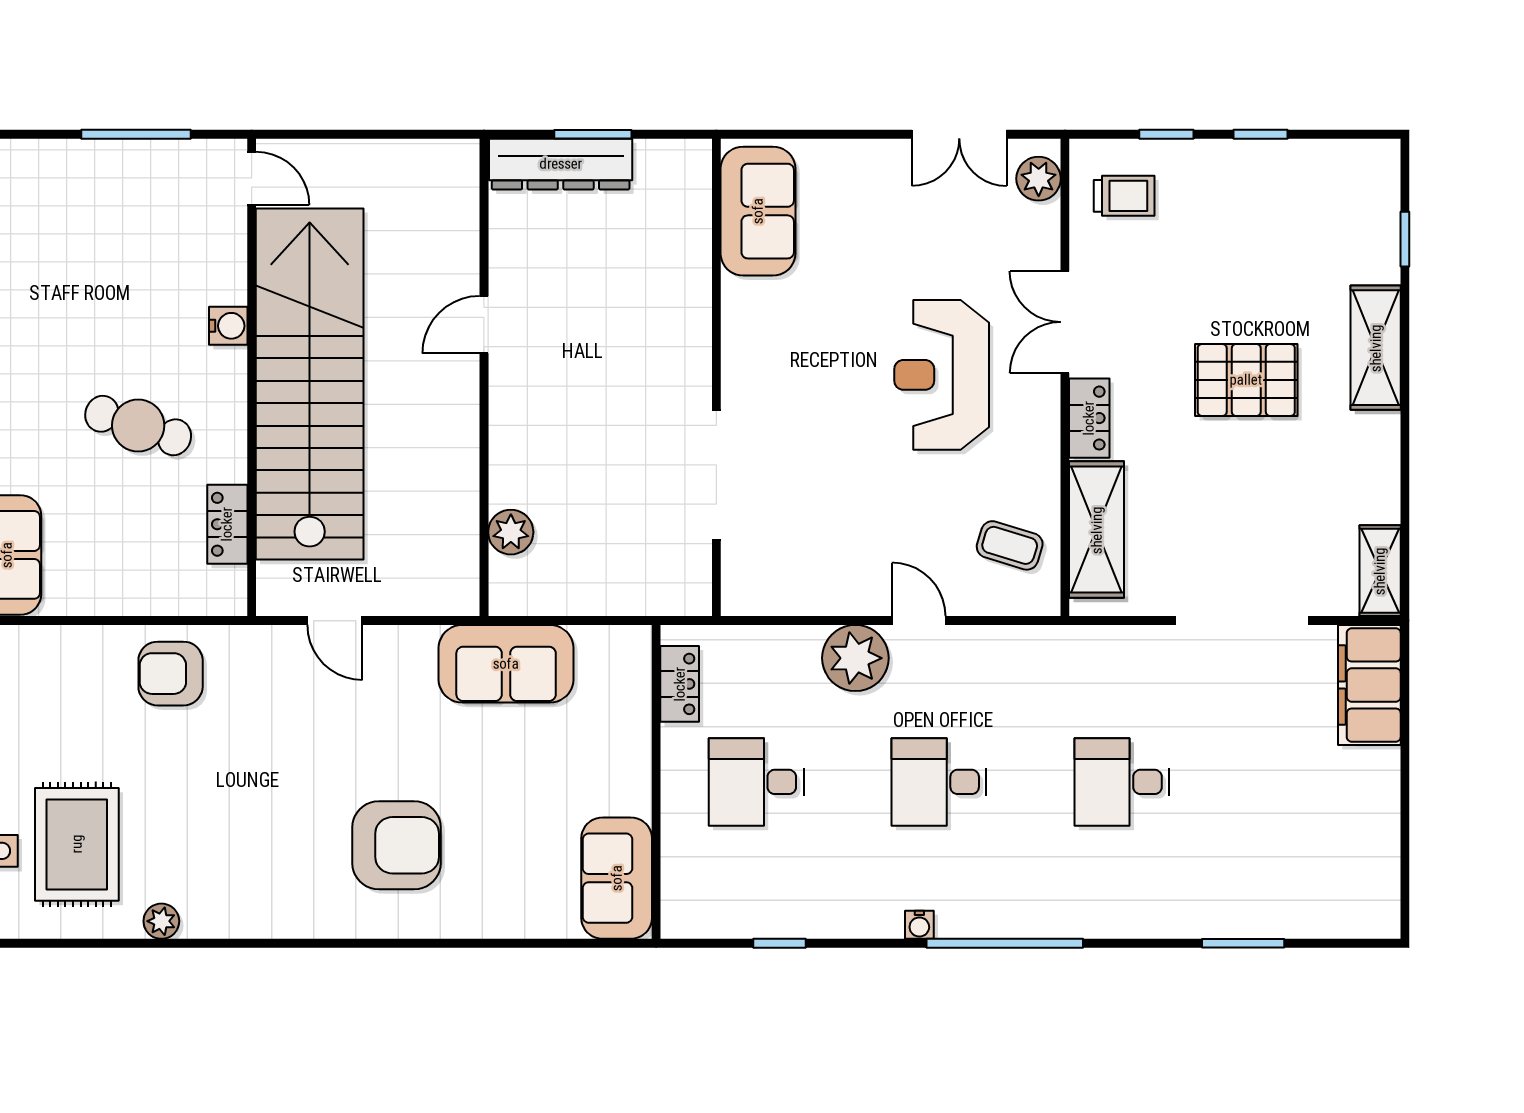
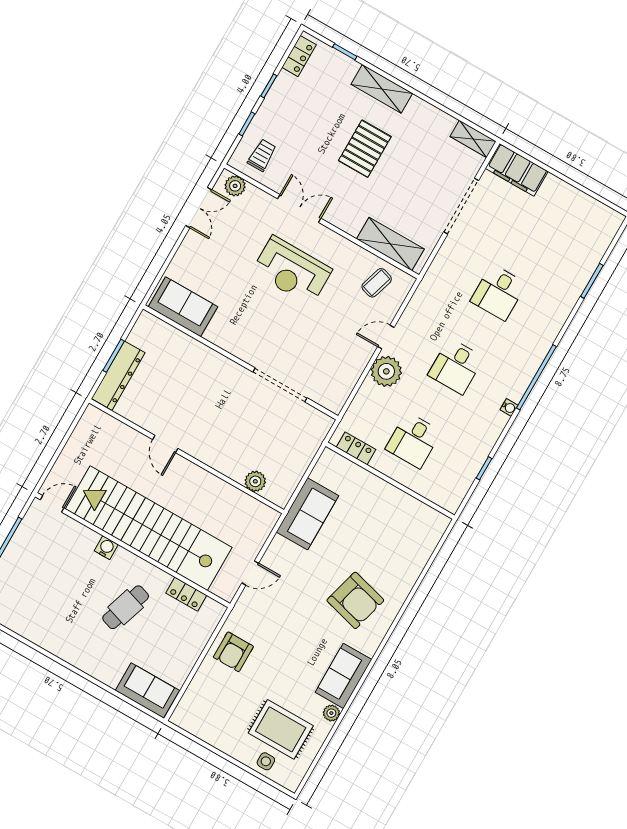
double door: (1065, 322) -> (299, 209), swing flipped
locker: (1089, 418) -> (299, 56), moved, turned 90
armchair: (396, 845) -> (355, 600), turned 105
sofa: (617, 878) -> (343, 676), moved, turned 90

